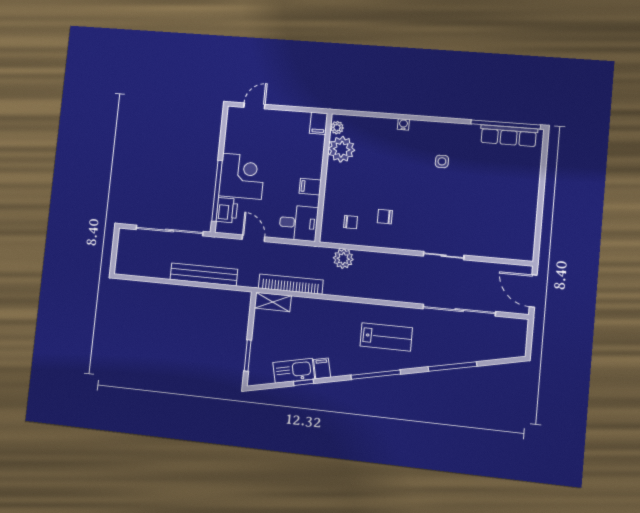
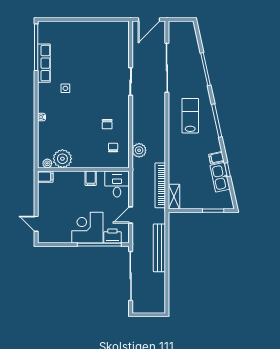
row of seats: (509, 136) -> (44, 63), moved

